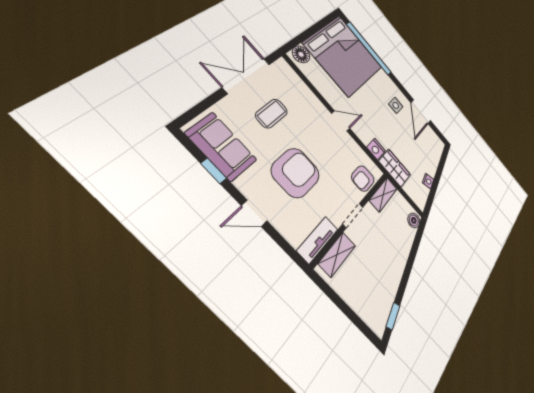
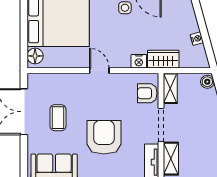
door: (341, 121) -> (99, 71), hinge flipped
armchair: (363, 179) -> (147, 93), turned 90
doorway: (353, 216) -> (161, 125), width x1.38

